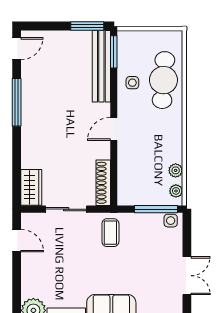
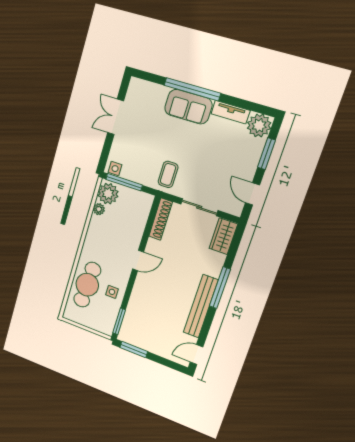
bench: (101, 66) -> (201, 306), moved
window: (17, 102) -> (220, 288), moved
plant: (176, 191) -> (108, 194), width x1.88, depth x1.88
window: (17, 285) -> (267, 154), added

